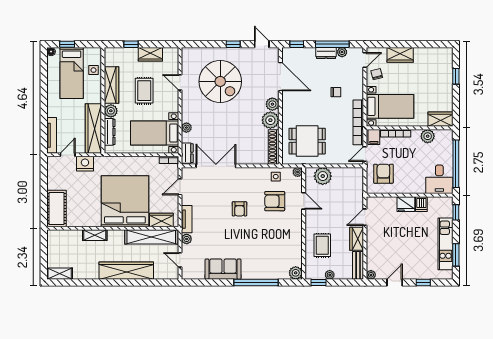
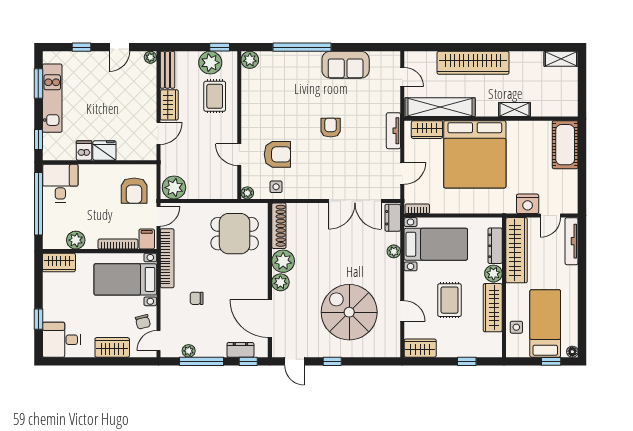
dresser: (326, 53) -> (240, 350), moved
wardrobe: (150, 54) -> (420, 348), moved
desk: (438, 61) -> (62, 340), added
plant: (323, 176) -> (174, 188), moved
armchair: (239, 209) -> (331, 128), moved
plant: (187, 239) -> (394, 105), removed
plant: (330, 275) -> (210, 63), width x1.88, depth x1.88

